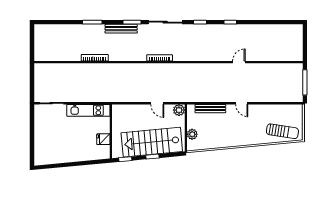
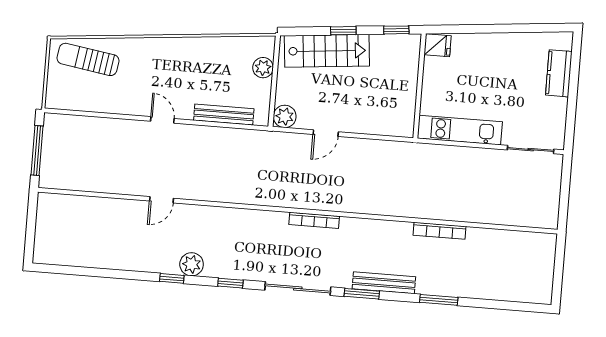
plant: (221, 30) -> (192, 264), added
door: (157, 103) -> (326, 133), swing flipped
fridge: (103, 139) -> (438, 45), moved
stairs: (152, 142) -> (327, 51), width x0.73, depth x0.66
kitchen counter: (40, 144) -> (559, 73), added

